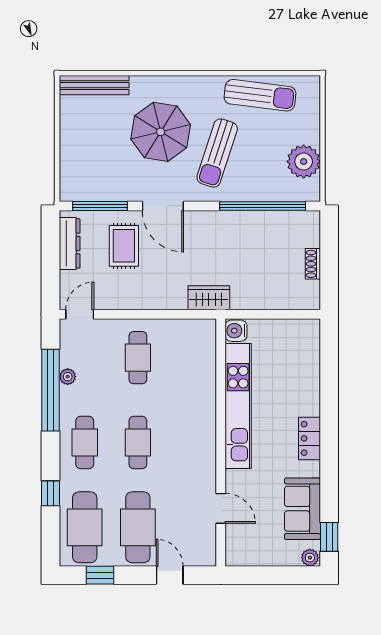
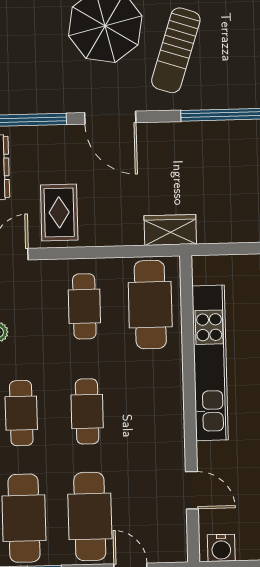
rug: (124, 246) -> (59, 212), moved
water cooler: (236, 331) -> (221, 548), moved, turned -90
cafe table: (191, 358) -> (150, 305), added

